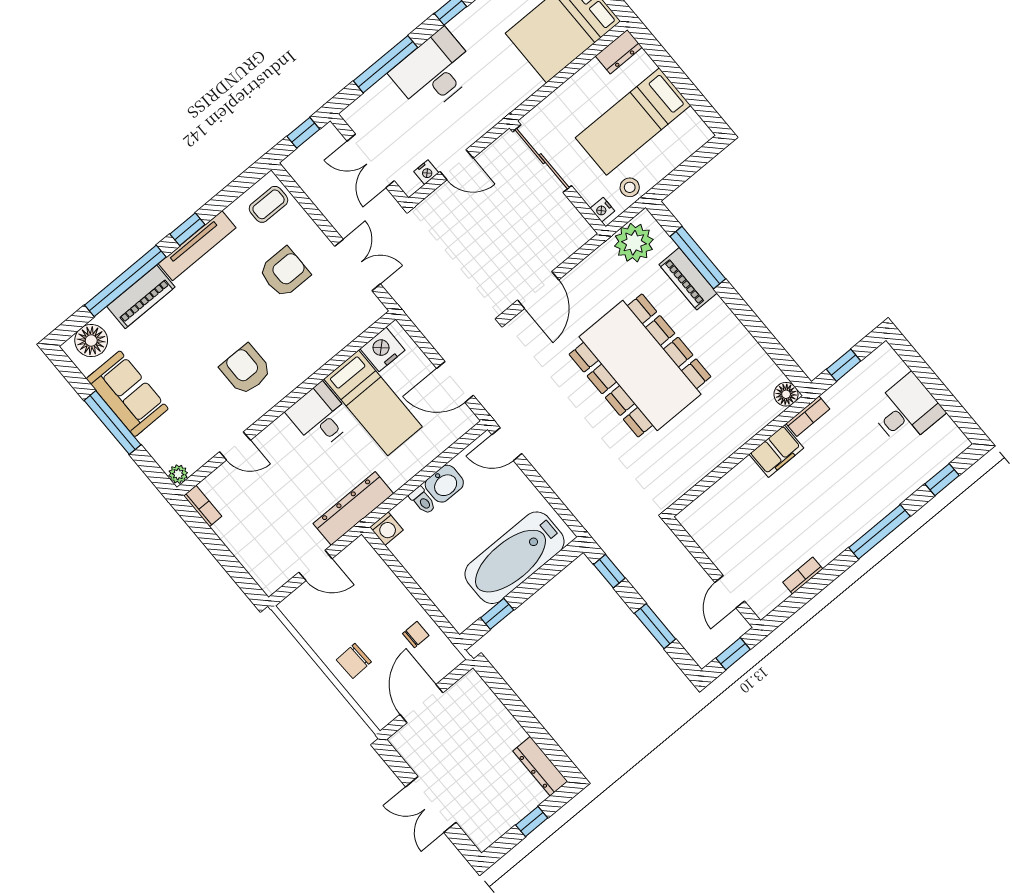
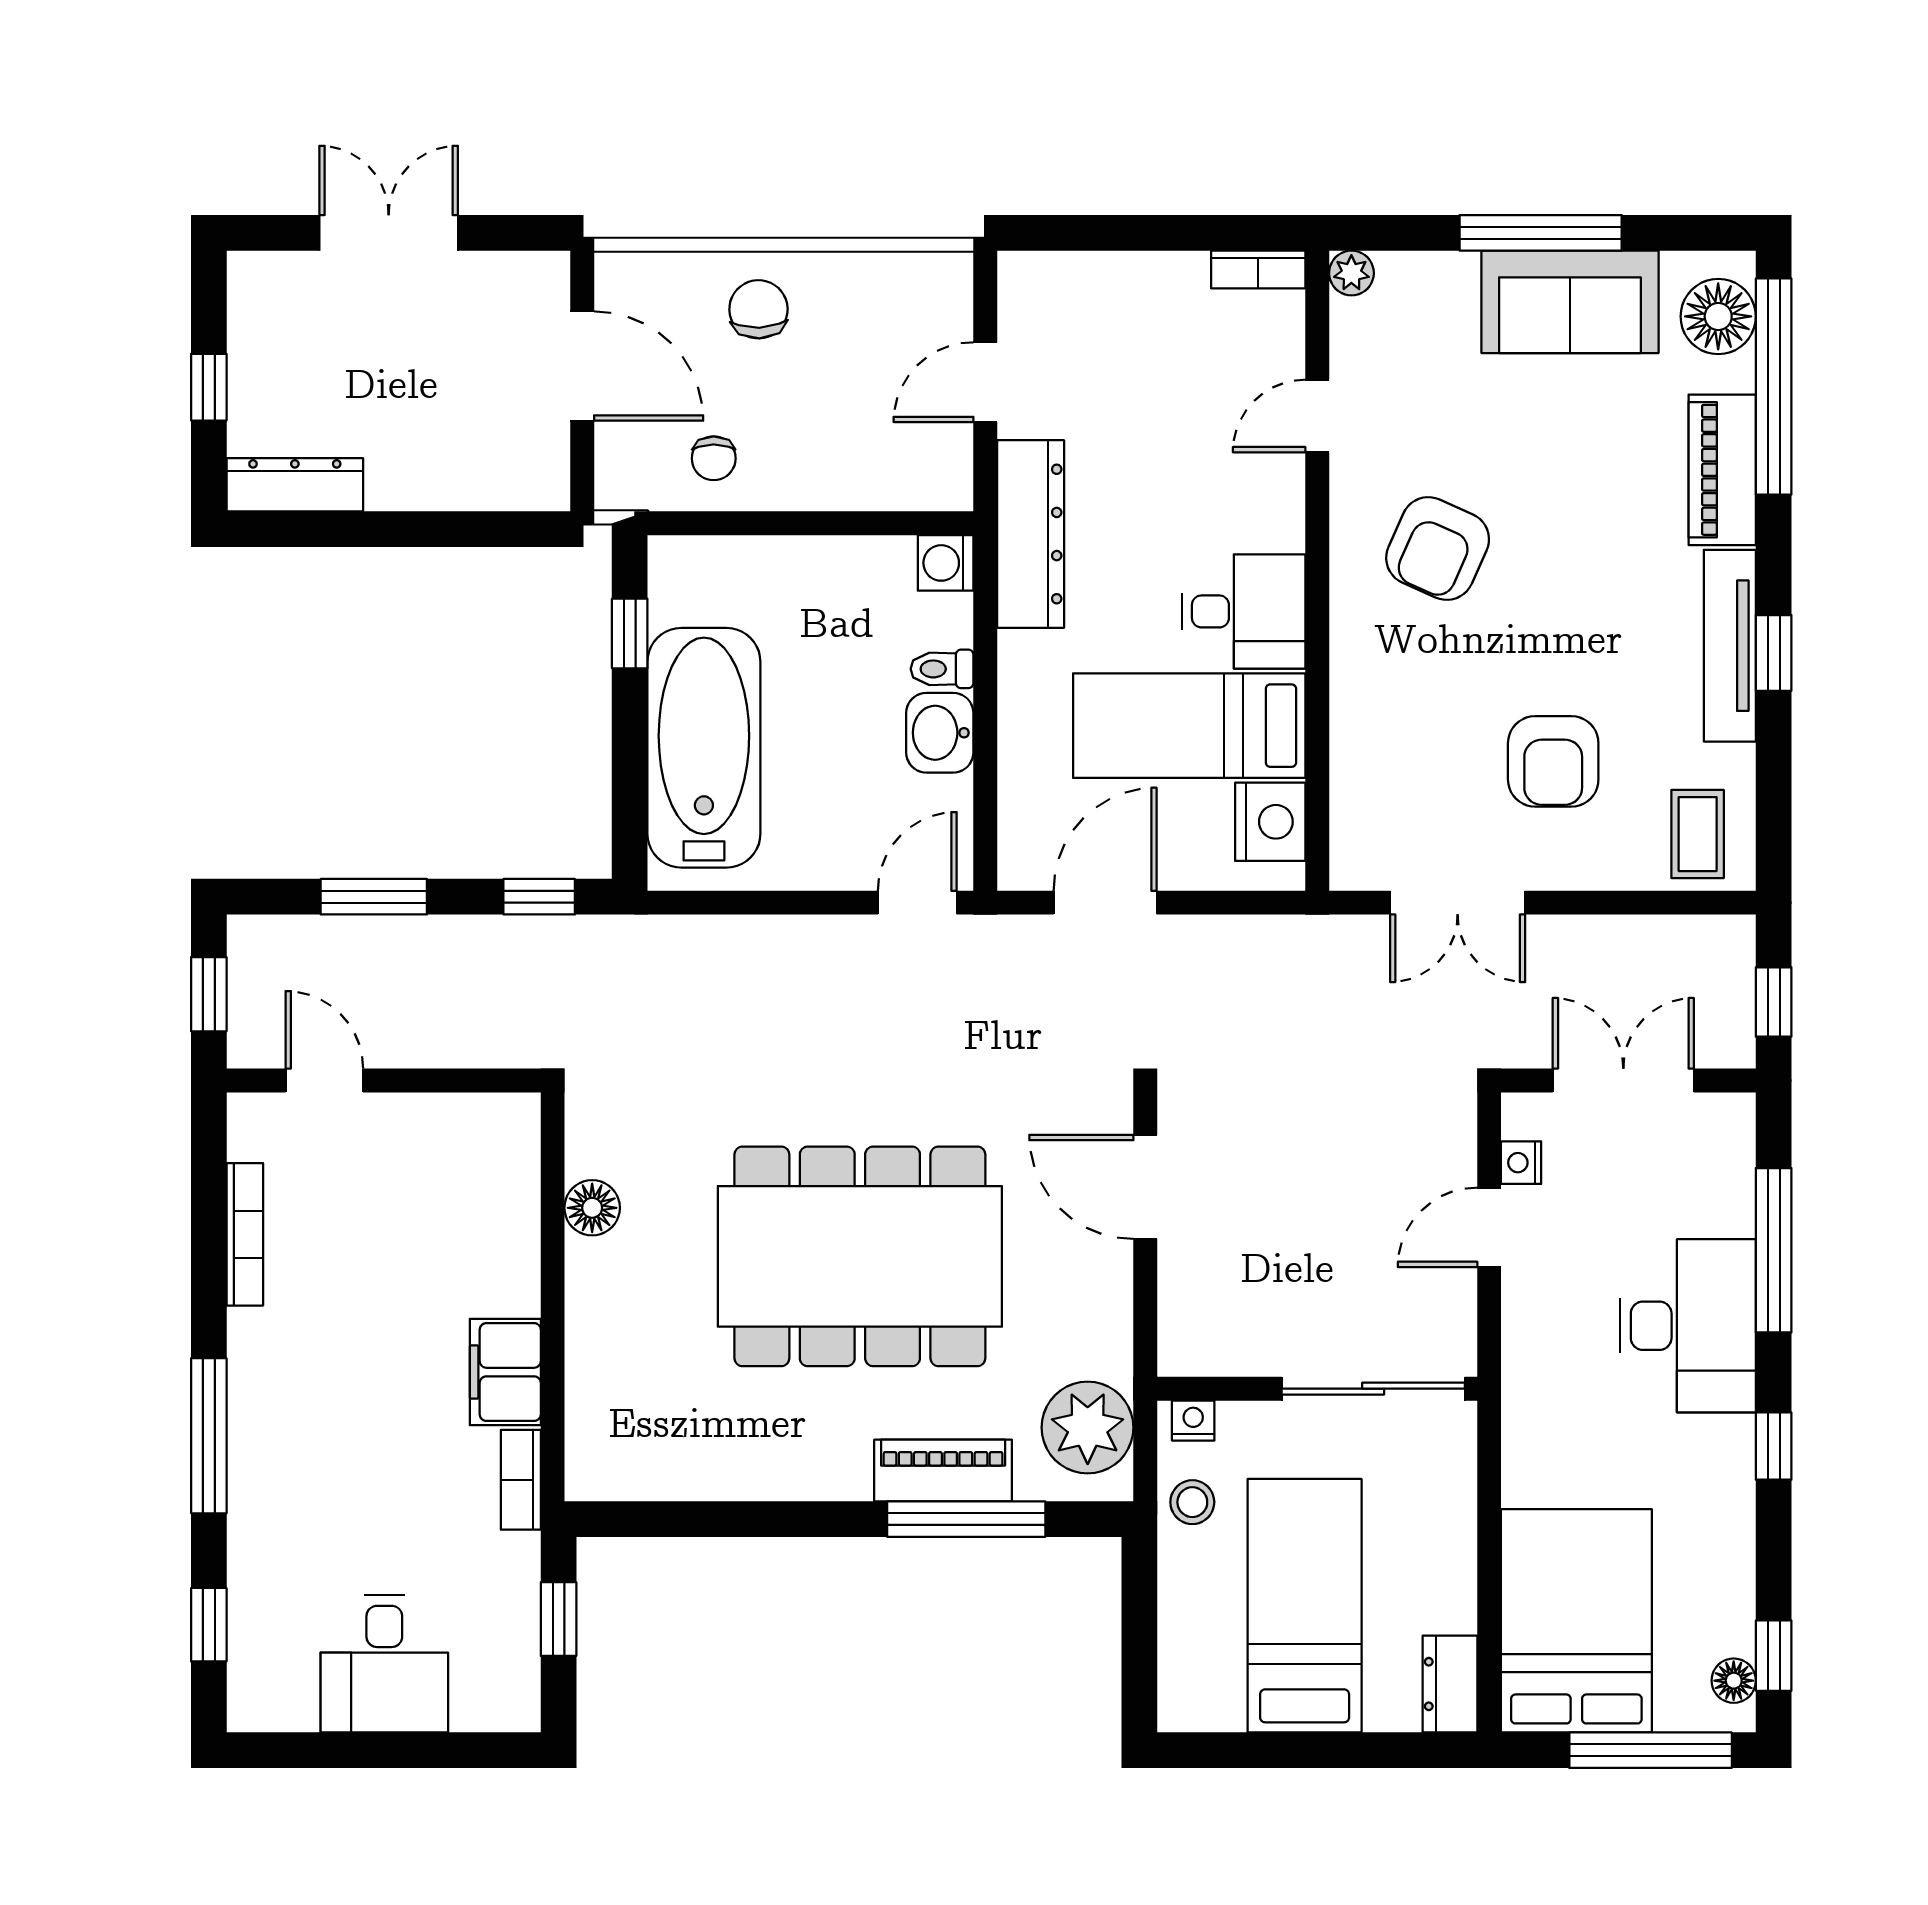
window: (125, 281) -> (1774, 387), moved
armchair: (246, 369) -> (1438, 548), turned 114
floor lamp: (786, 394) -> (592, 1208), moved
bookcase: (803, 576) -> (245, 1234), width x1.56

